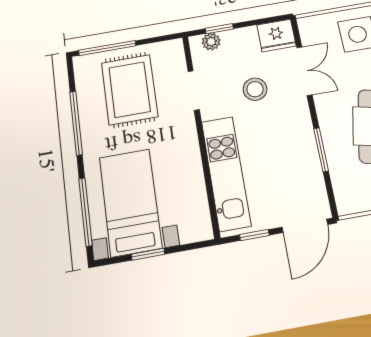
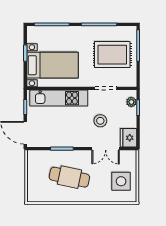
bed with nightstands: (130, 202) -> (52, 65), moved

